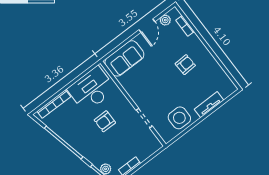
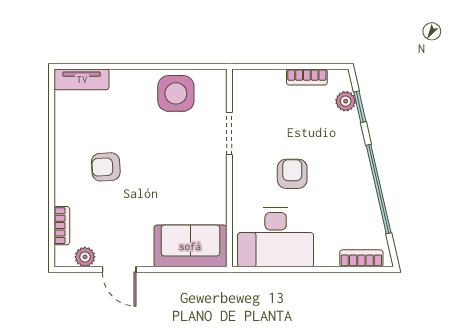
door: (147, 26) -> (119, 270), swing flipped
bookcase: (54, 104) -> (361, 258), width x0.64
tv unit: (209, 105) -> (82, 79), moved
armchair: (105, 121) -> (292, 174), turned -90

